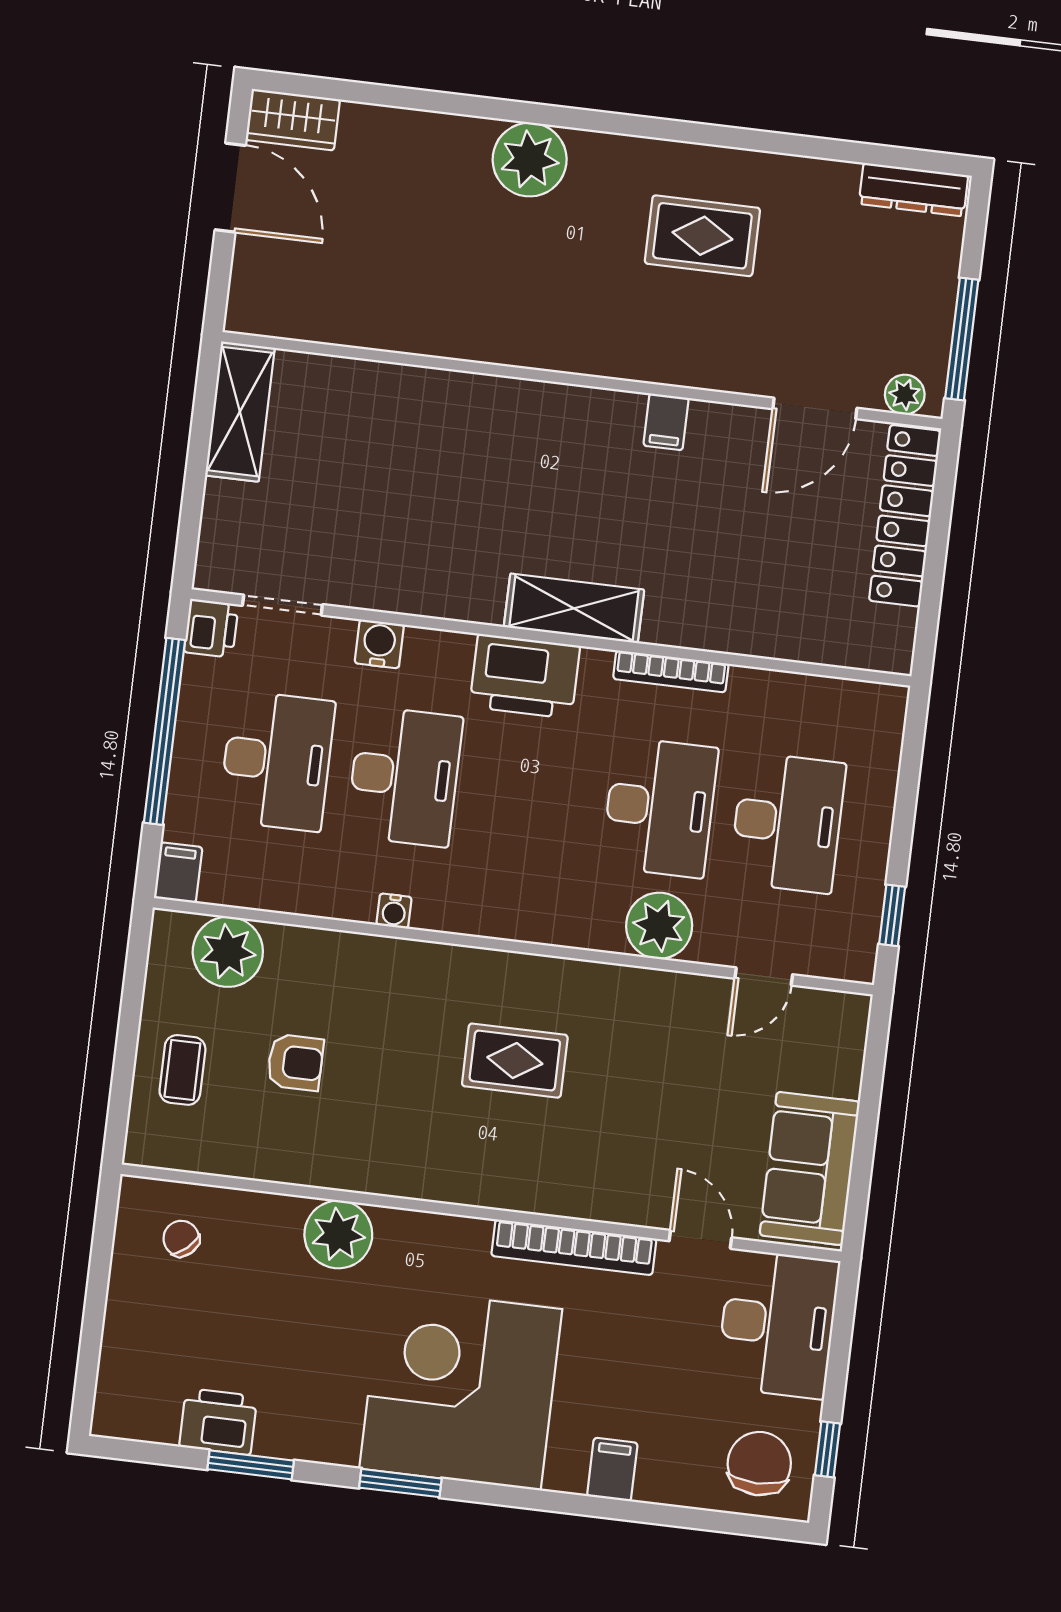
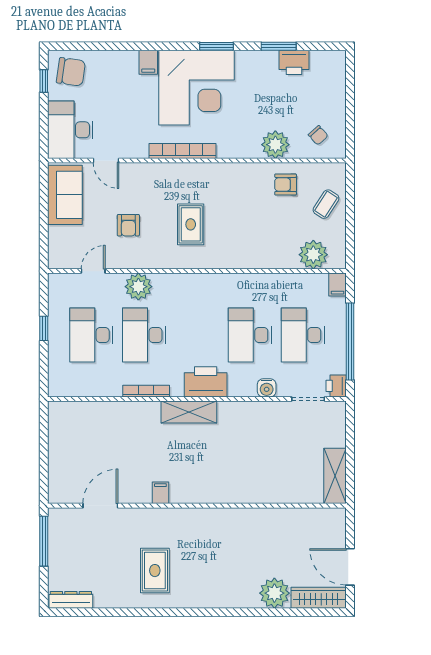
wardrobe: (293, 120) -> (319, 598), width x1.50
plant: (530, 160) -> (274, 593), moved
rug: (702, 236) -> (155, 571), turned 90
plant: (905, 395) -> (64, 516), removed
locker: (905, 516) -> (58, 466), removed
water cooler: (394, 911) -> (247, 280), removed
window: (892, 915) -> (44, 328), moved
rug: (515, 1061) -> (191, 224), turned 90
armchair: (295, 1062) -> (286, 184), moved
coffee table: (182, 1070) -> (326, 204), turned 33
armchair: (665, 1077) -> (128, 225), added
plant: (338, 1234) -> (275, 145), moved
bookcase: (574, 1247) -> (183, 151), moved
chair: (759, 1464) -> (71, 72), turned -82
filing cabinet: (612, 1469) -> (148, 62), moved

